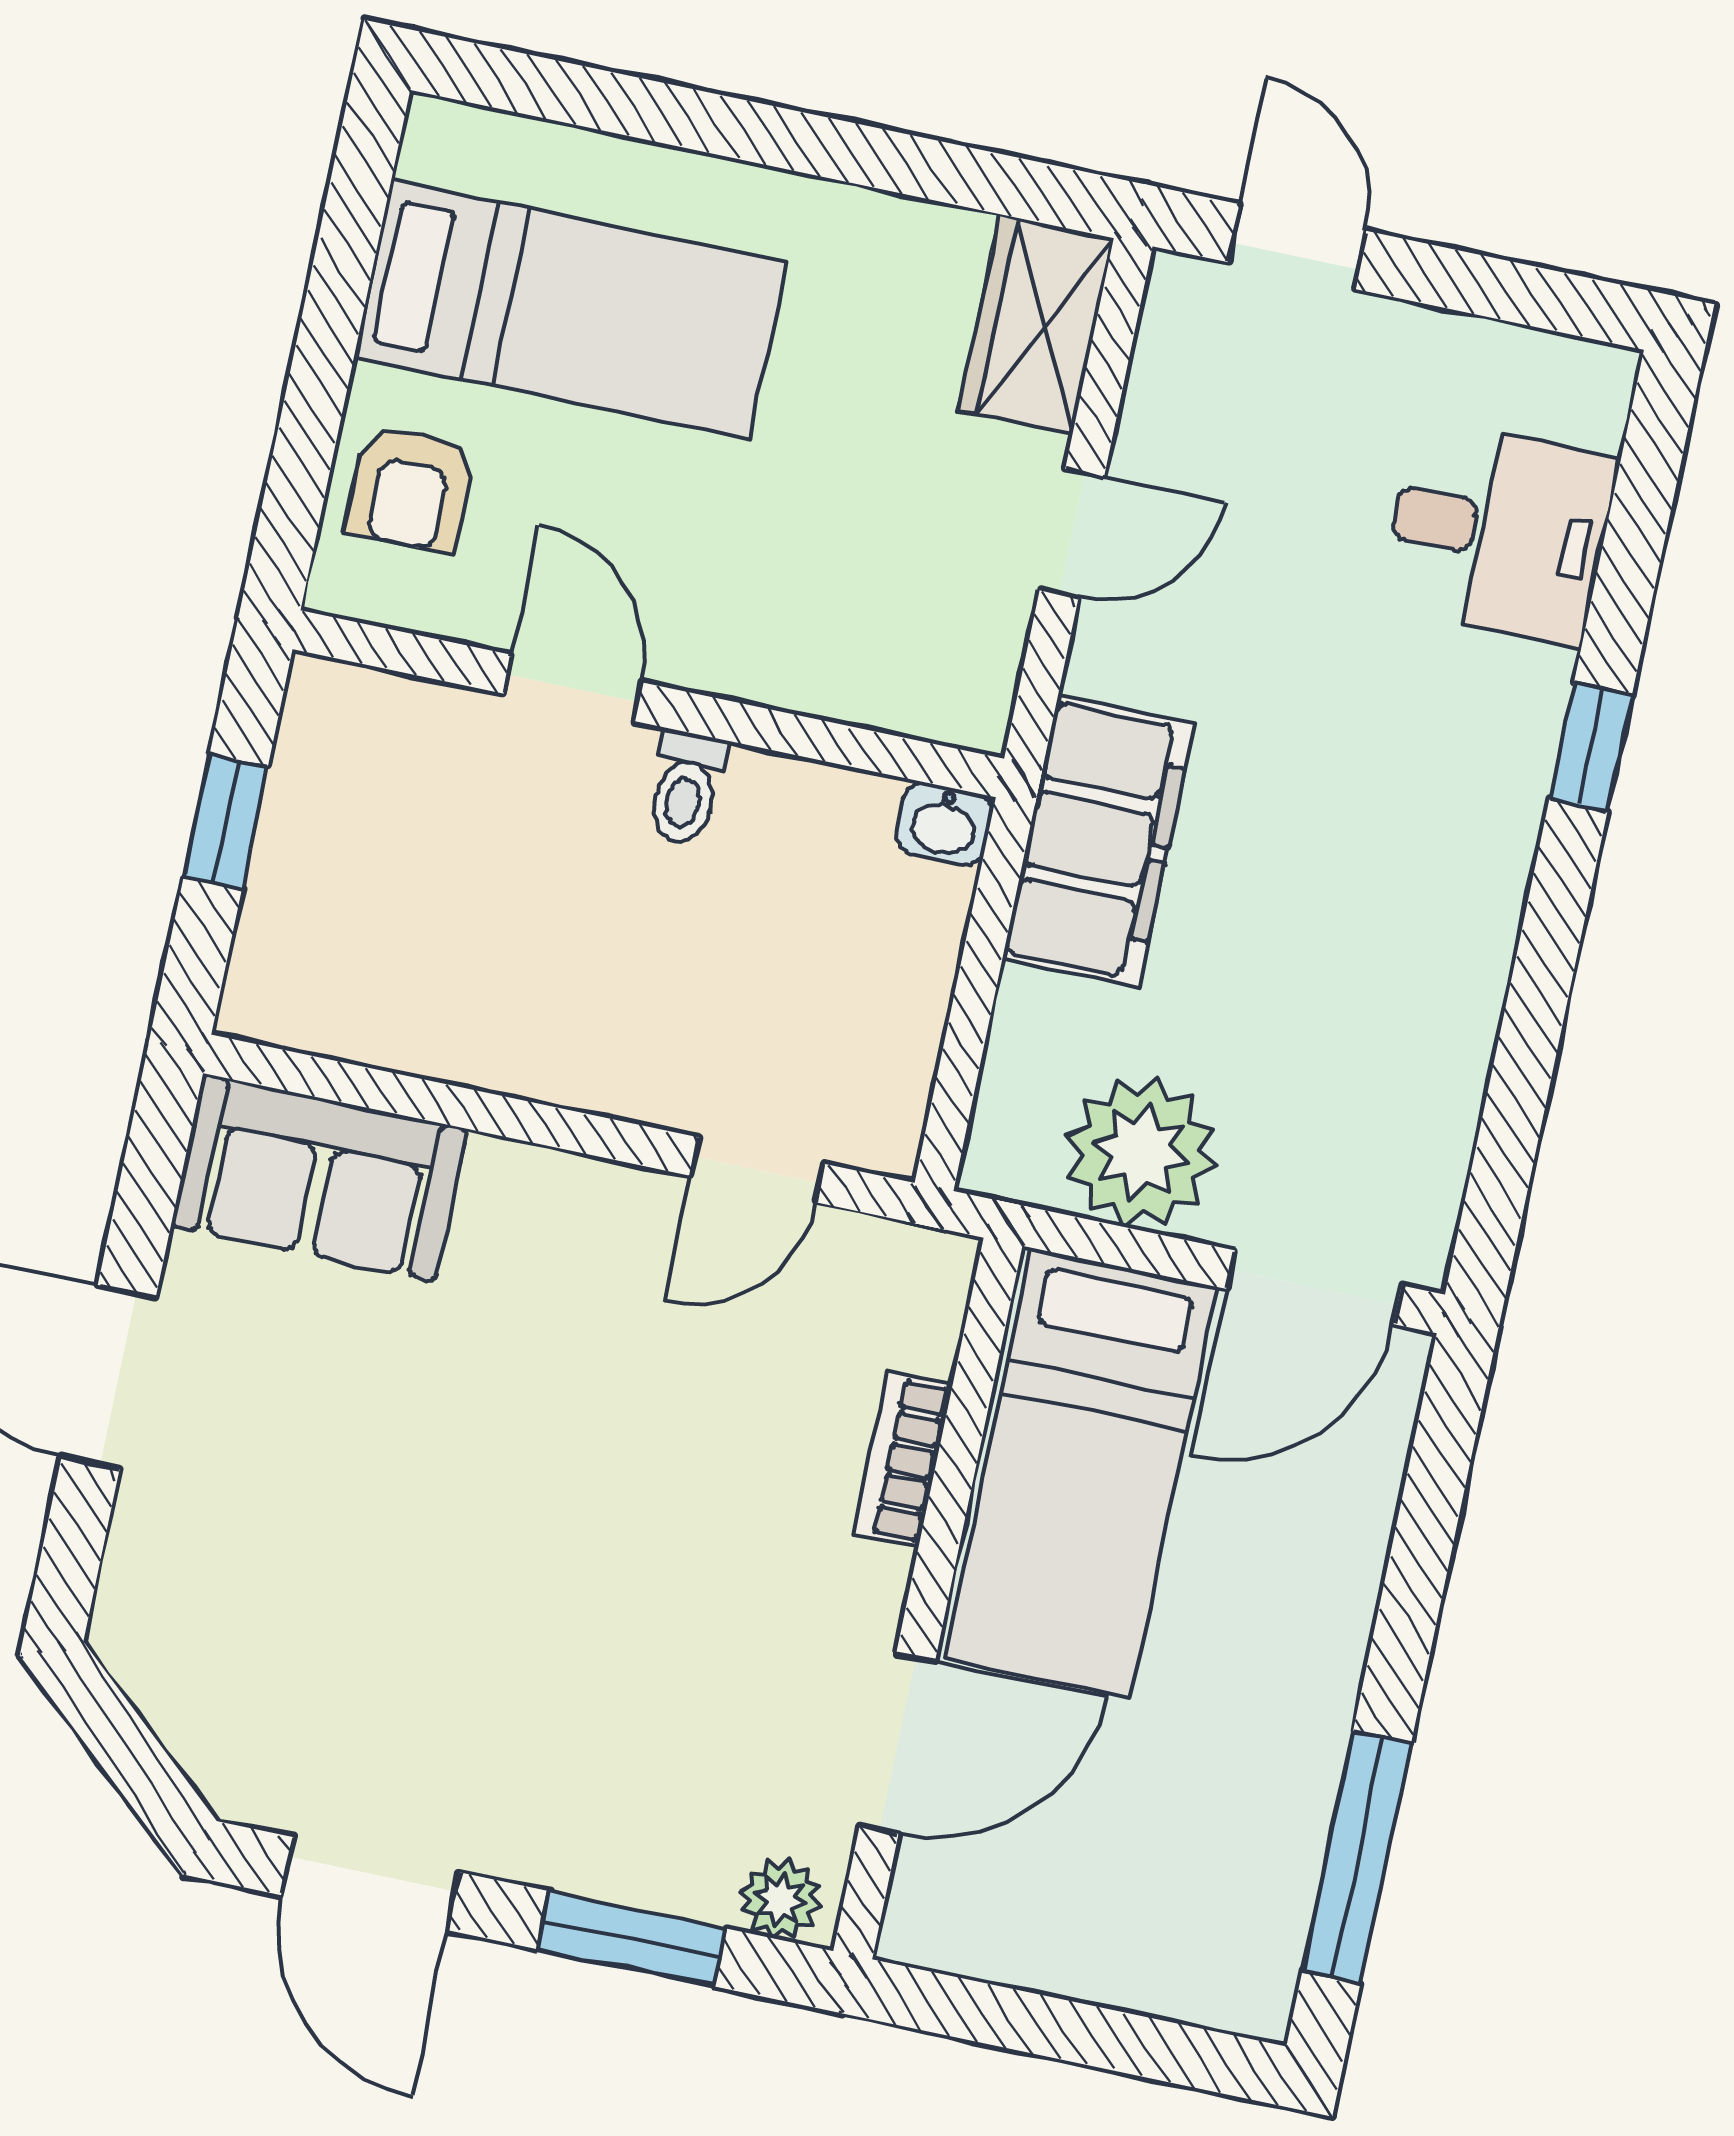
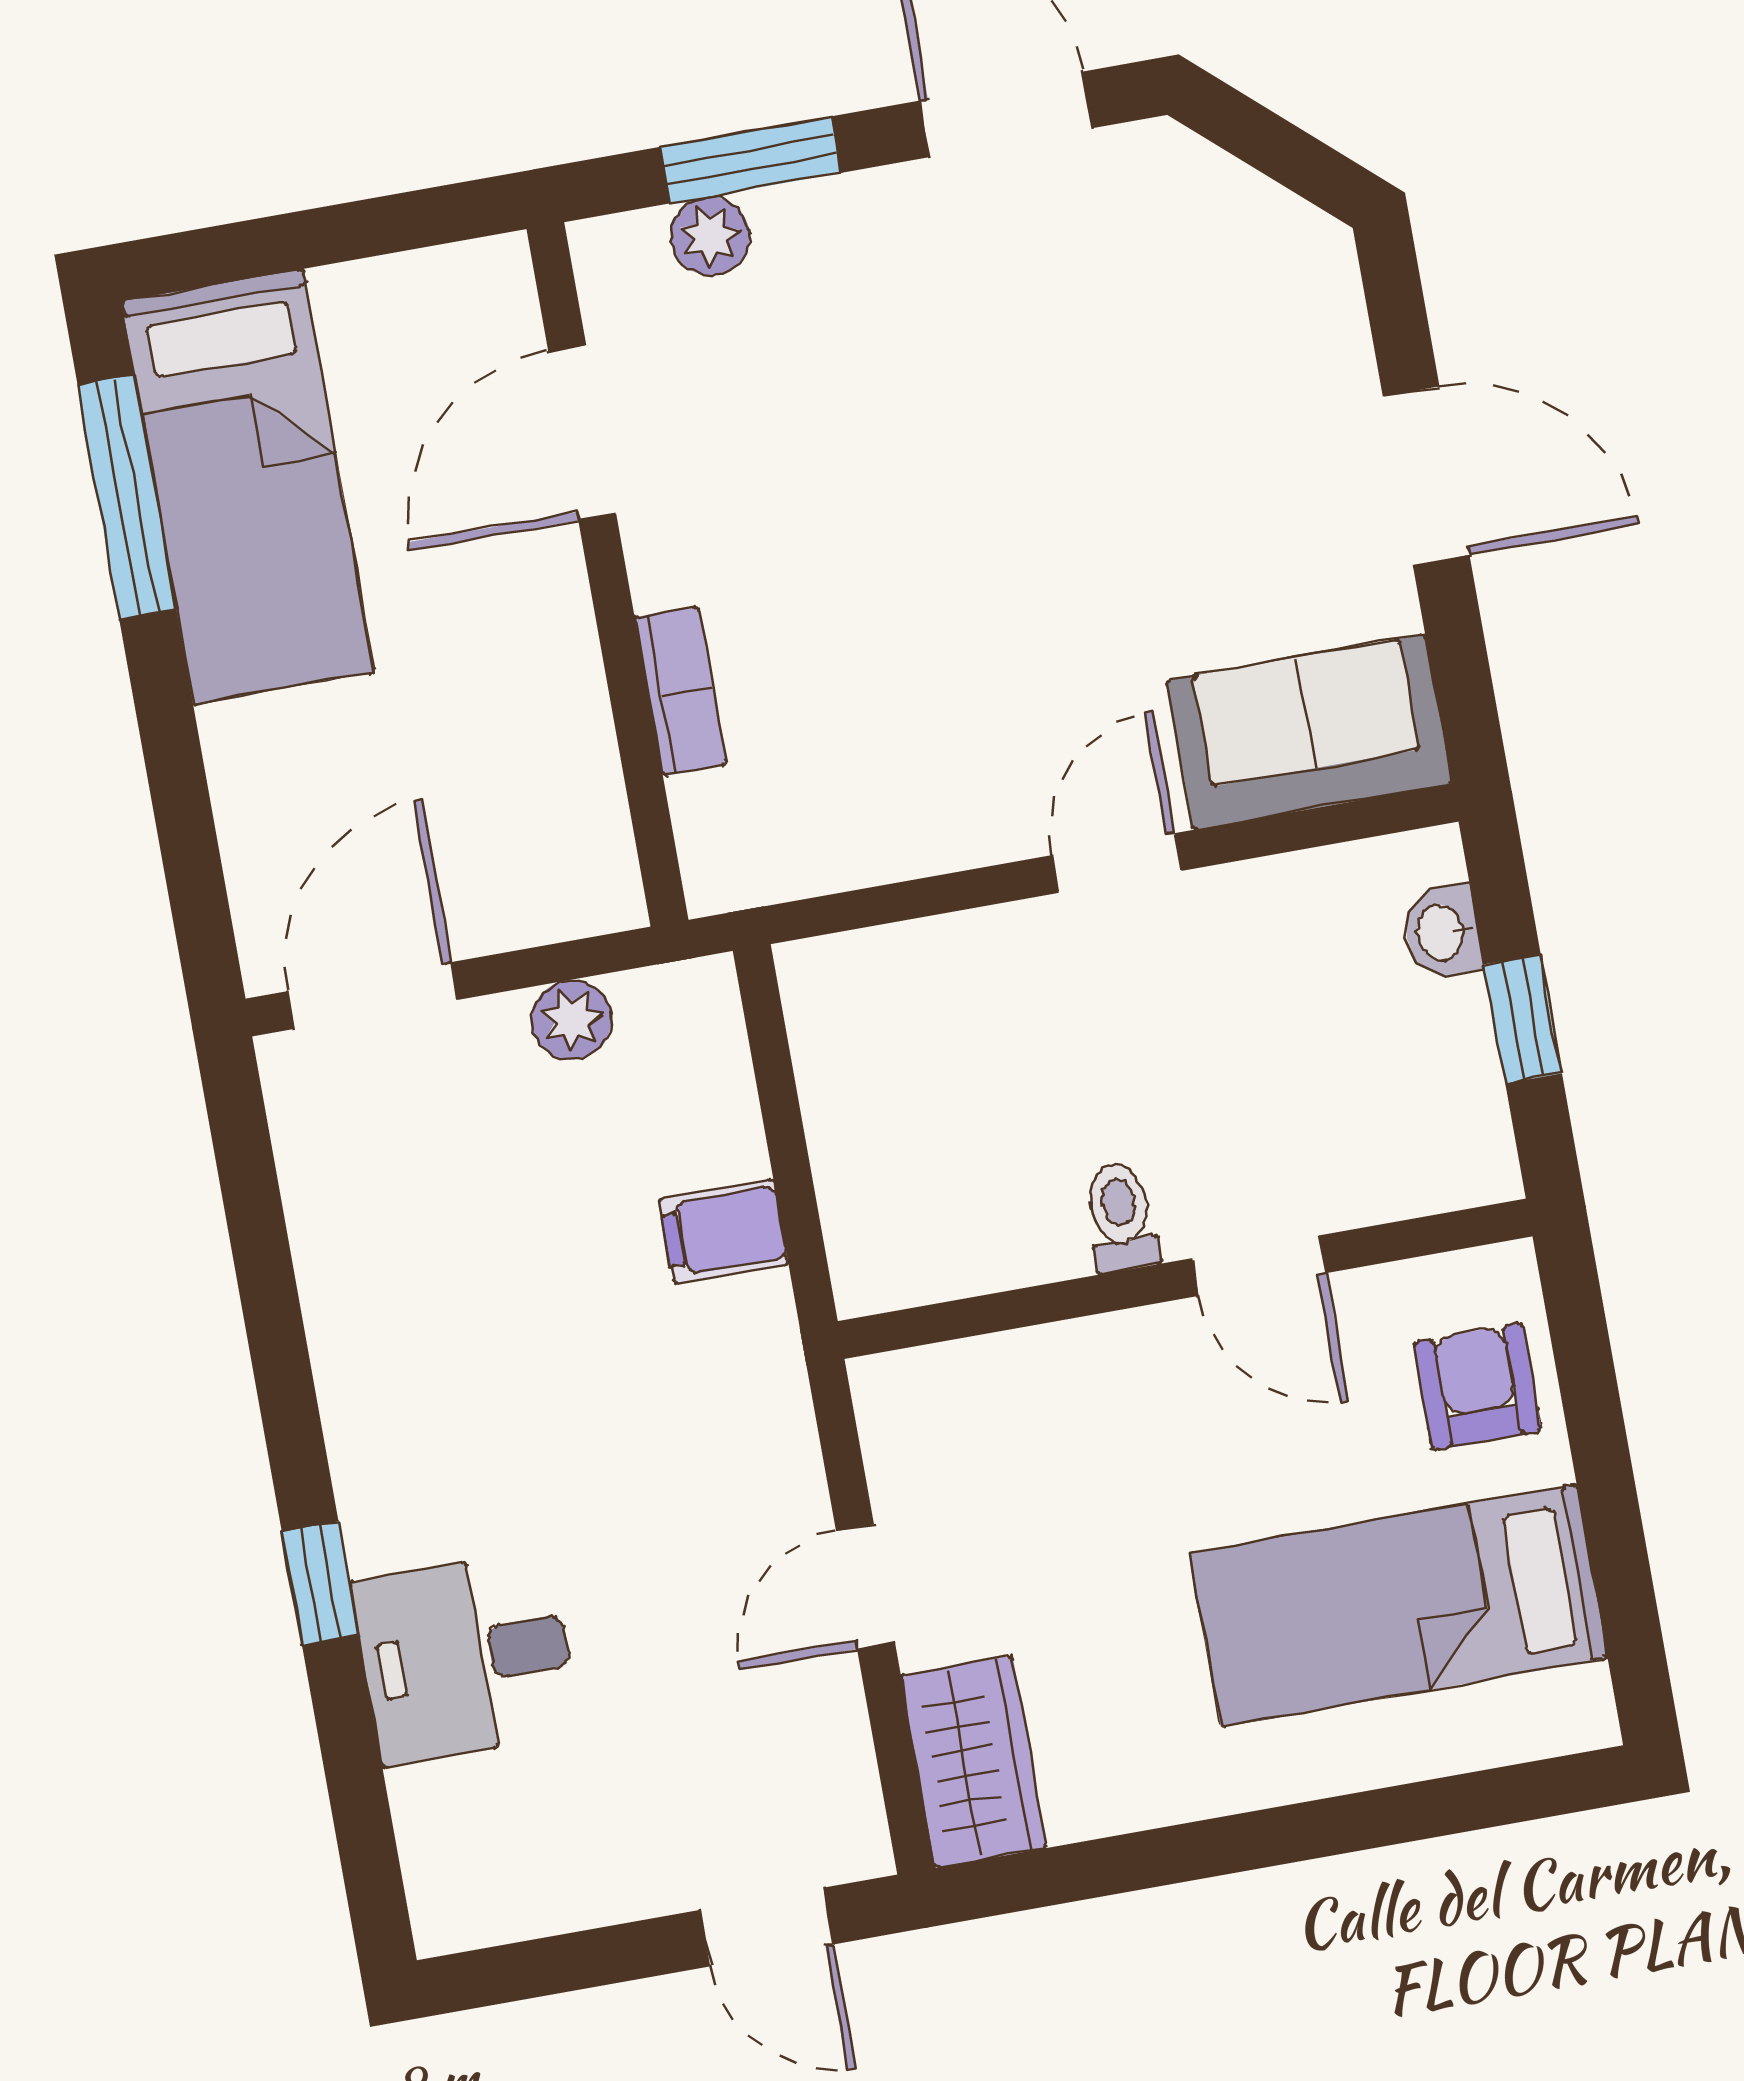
desk: (1499, 532) -> (466, 1657), moved
washbasin: (944, 824) -> (1442, 932), moved, turned -90
filing cabinet: (1098, 841) -> (724, 1231), width x0.33, depth x0.86
plant: (1141, 1152) -> (572, 1020), width x0.53, depth x0.53
door: (757, 1170) -> (1117, 863), moved
bed: (1081, 1473) -> (248, 486), moved, turned 180
plant: (781, 1899) -> (710, 236), moved

